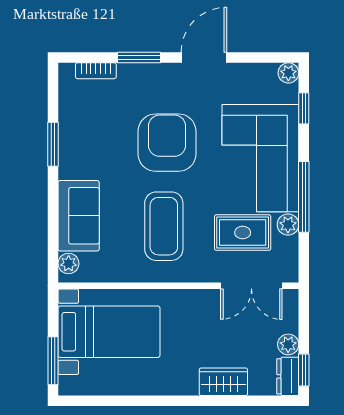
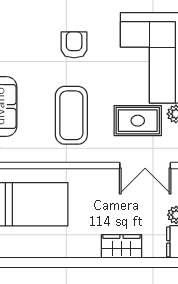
armchair: (167, 143) -> (74, 45), width x0.53, depth x0.53

